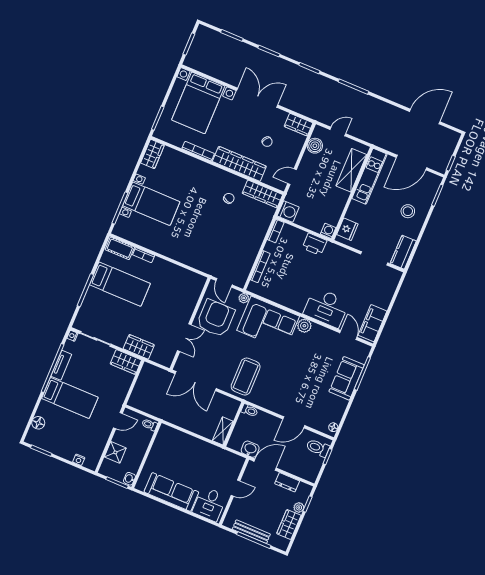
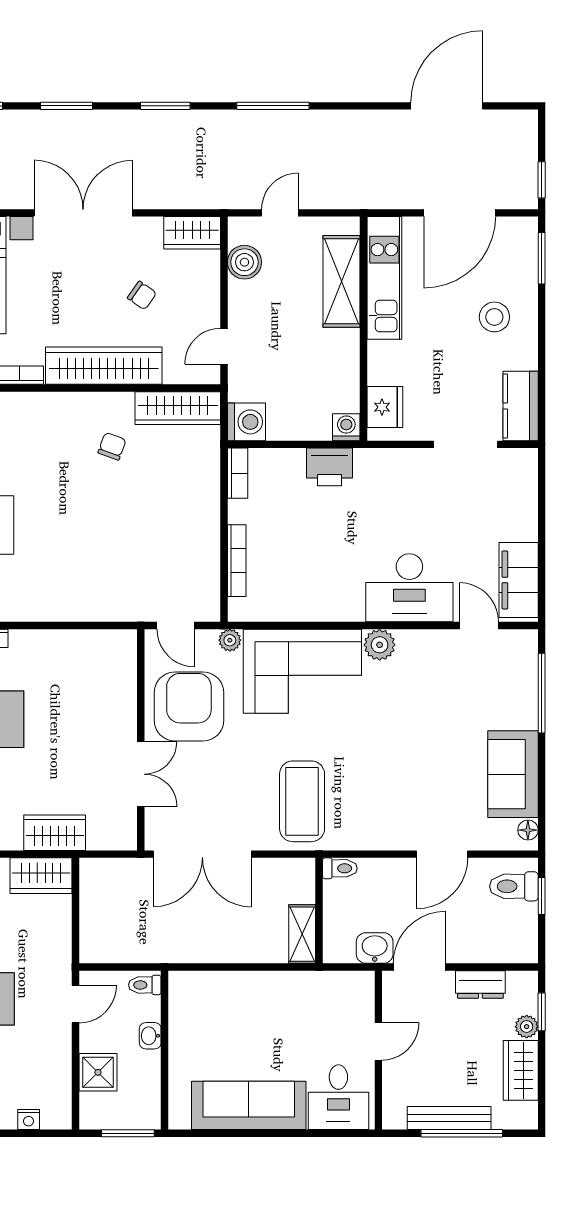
sofa: (347, 378) -> (513, 774), moved
washbasin: (129, 479) -> (150, 1036), moved

